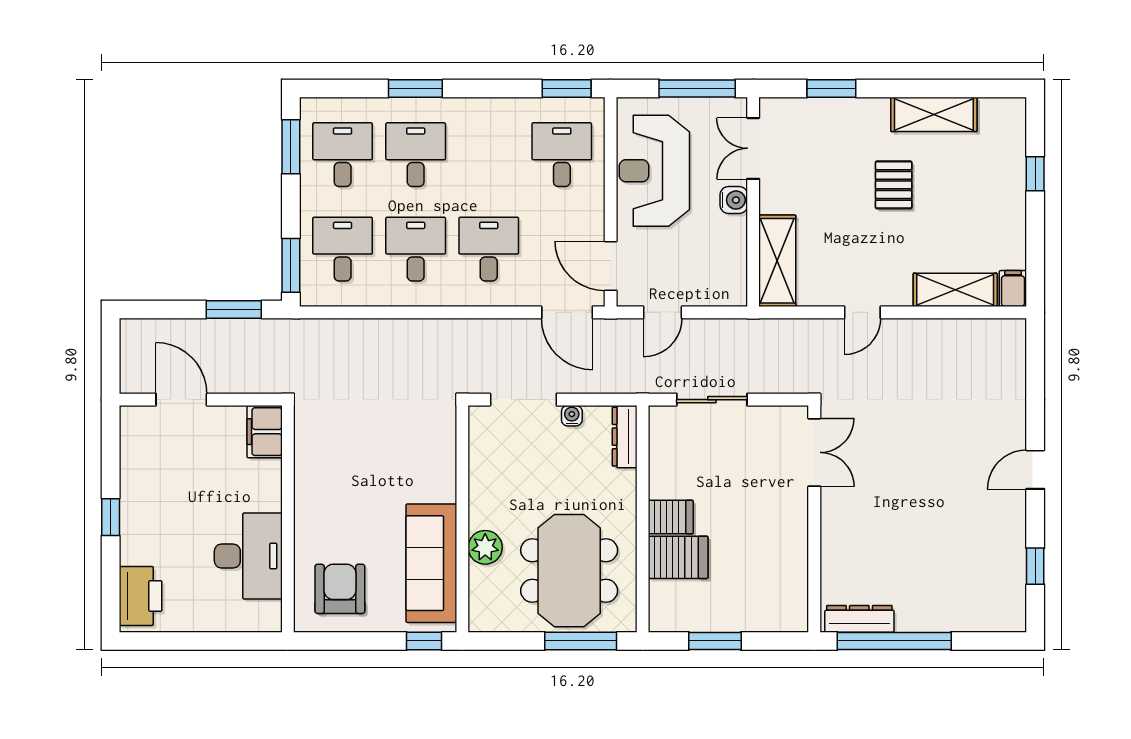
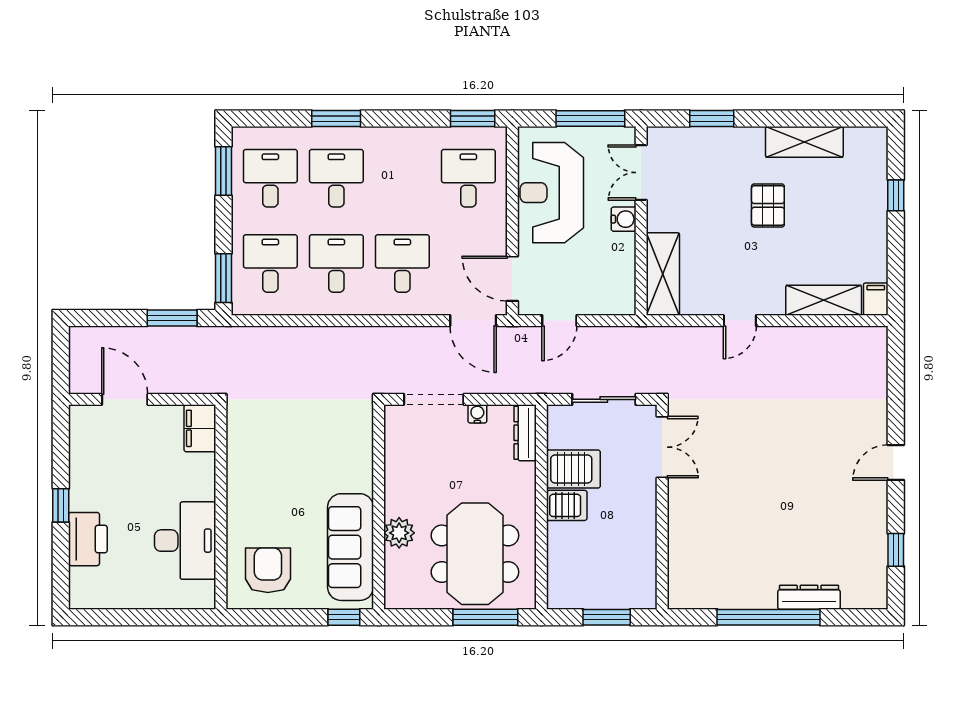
double door: (814, 452) -> (662, 447), moved
wall: (814, 519) -> (662, 507), moved
server rack: (678, 557) -> (573, 469), moved
printer: (140, 596) -> (88, 539), moved
dresser: (859, 619) -> (809, 597), moved

